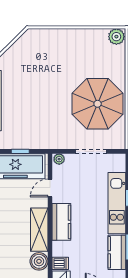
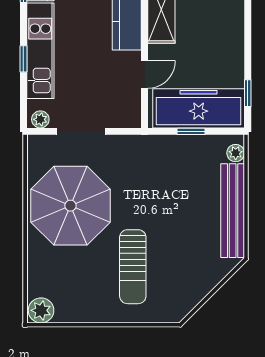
sun lounger: (58, 65) -> (133, 267), added
plant: (59, 159) -> (40, 119), moved

